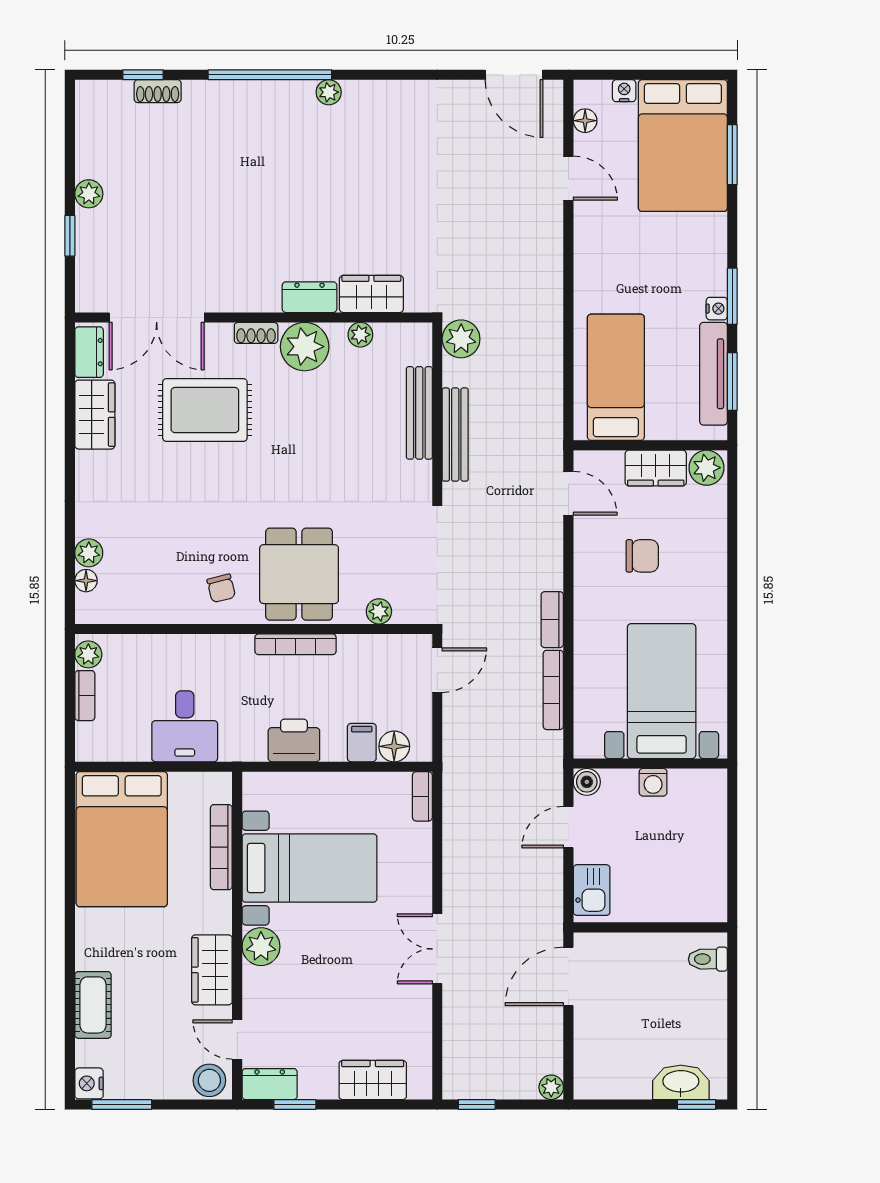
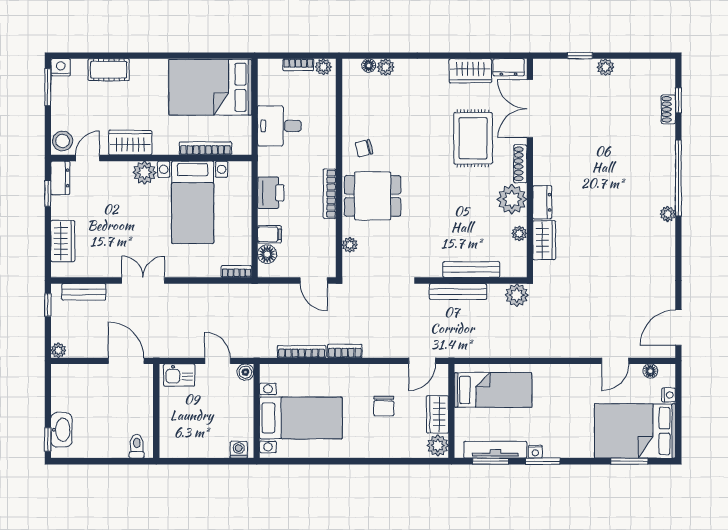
shoe rack: (256, 333) -> (520, 164), width x1.43
washing machine: (653, 782) -> (239, 450), moved, turned 90
bench: (456, 1046) -> (84, 292), added

